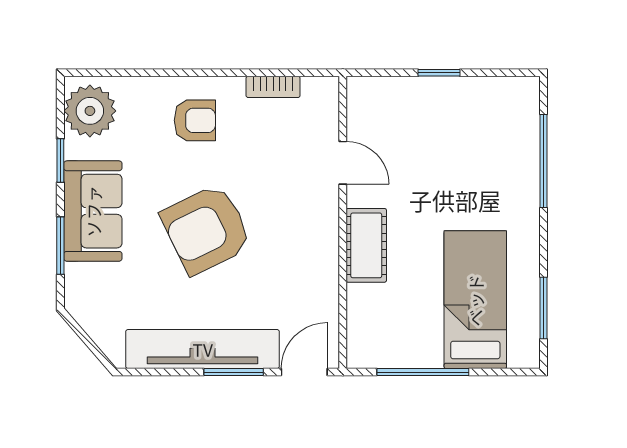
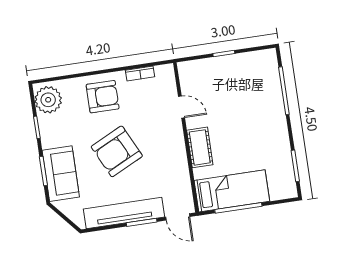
armchair: (195, 120) -> (103, 97), width x1.38, depth x1.38
sofa: (93, 211) -> (61, 174), moved
bed: (475, 300) -> (232, 191), moved, turned 90
door: (304, 372) -> (178, 217), swing flipped

